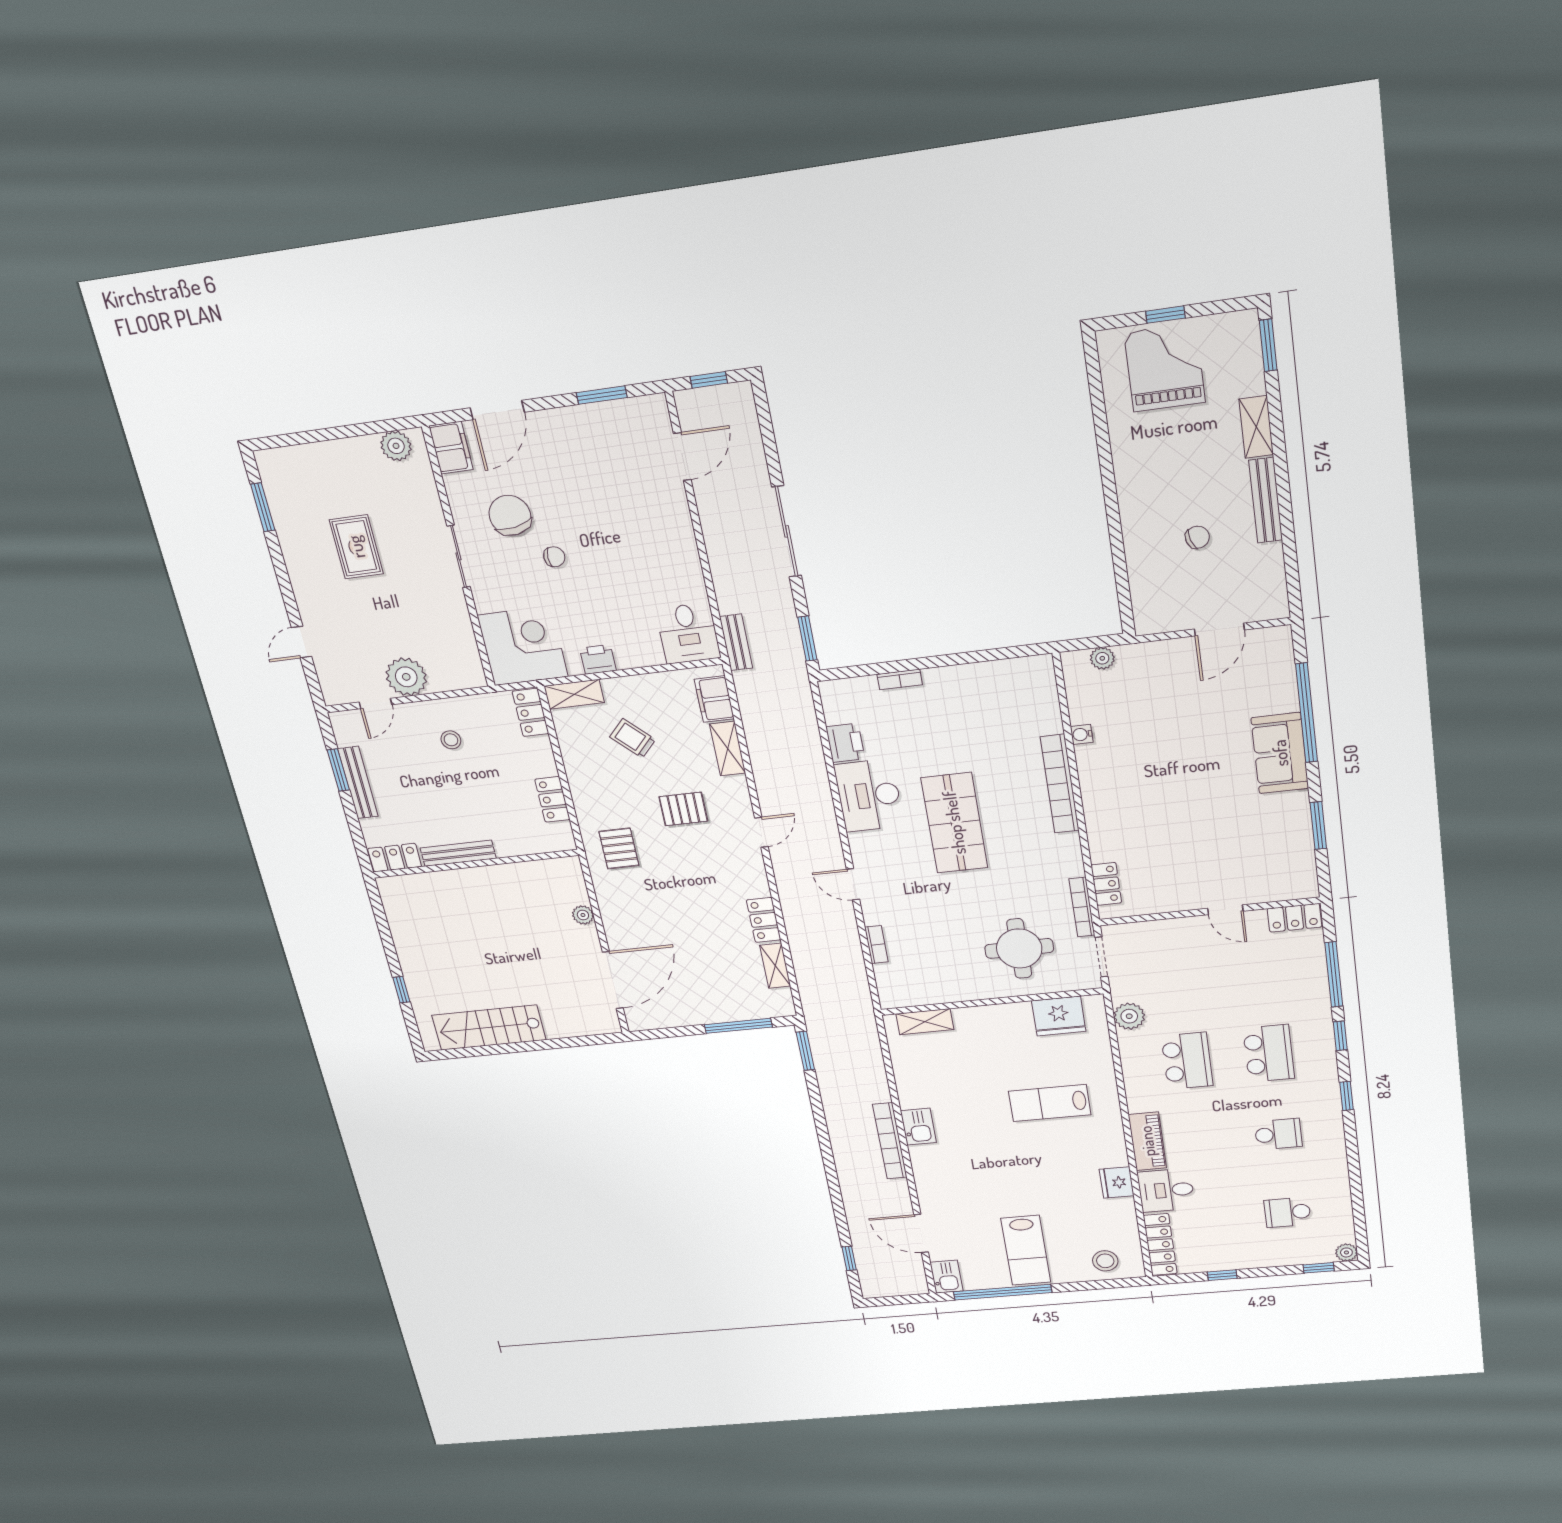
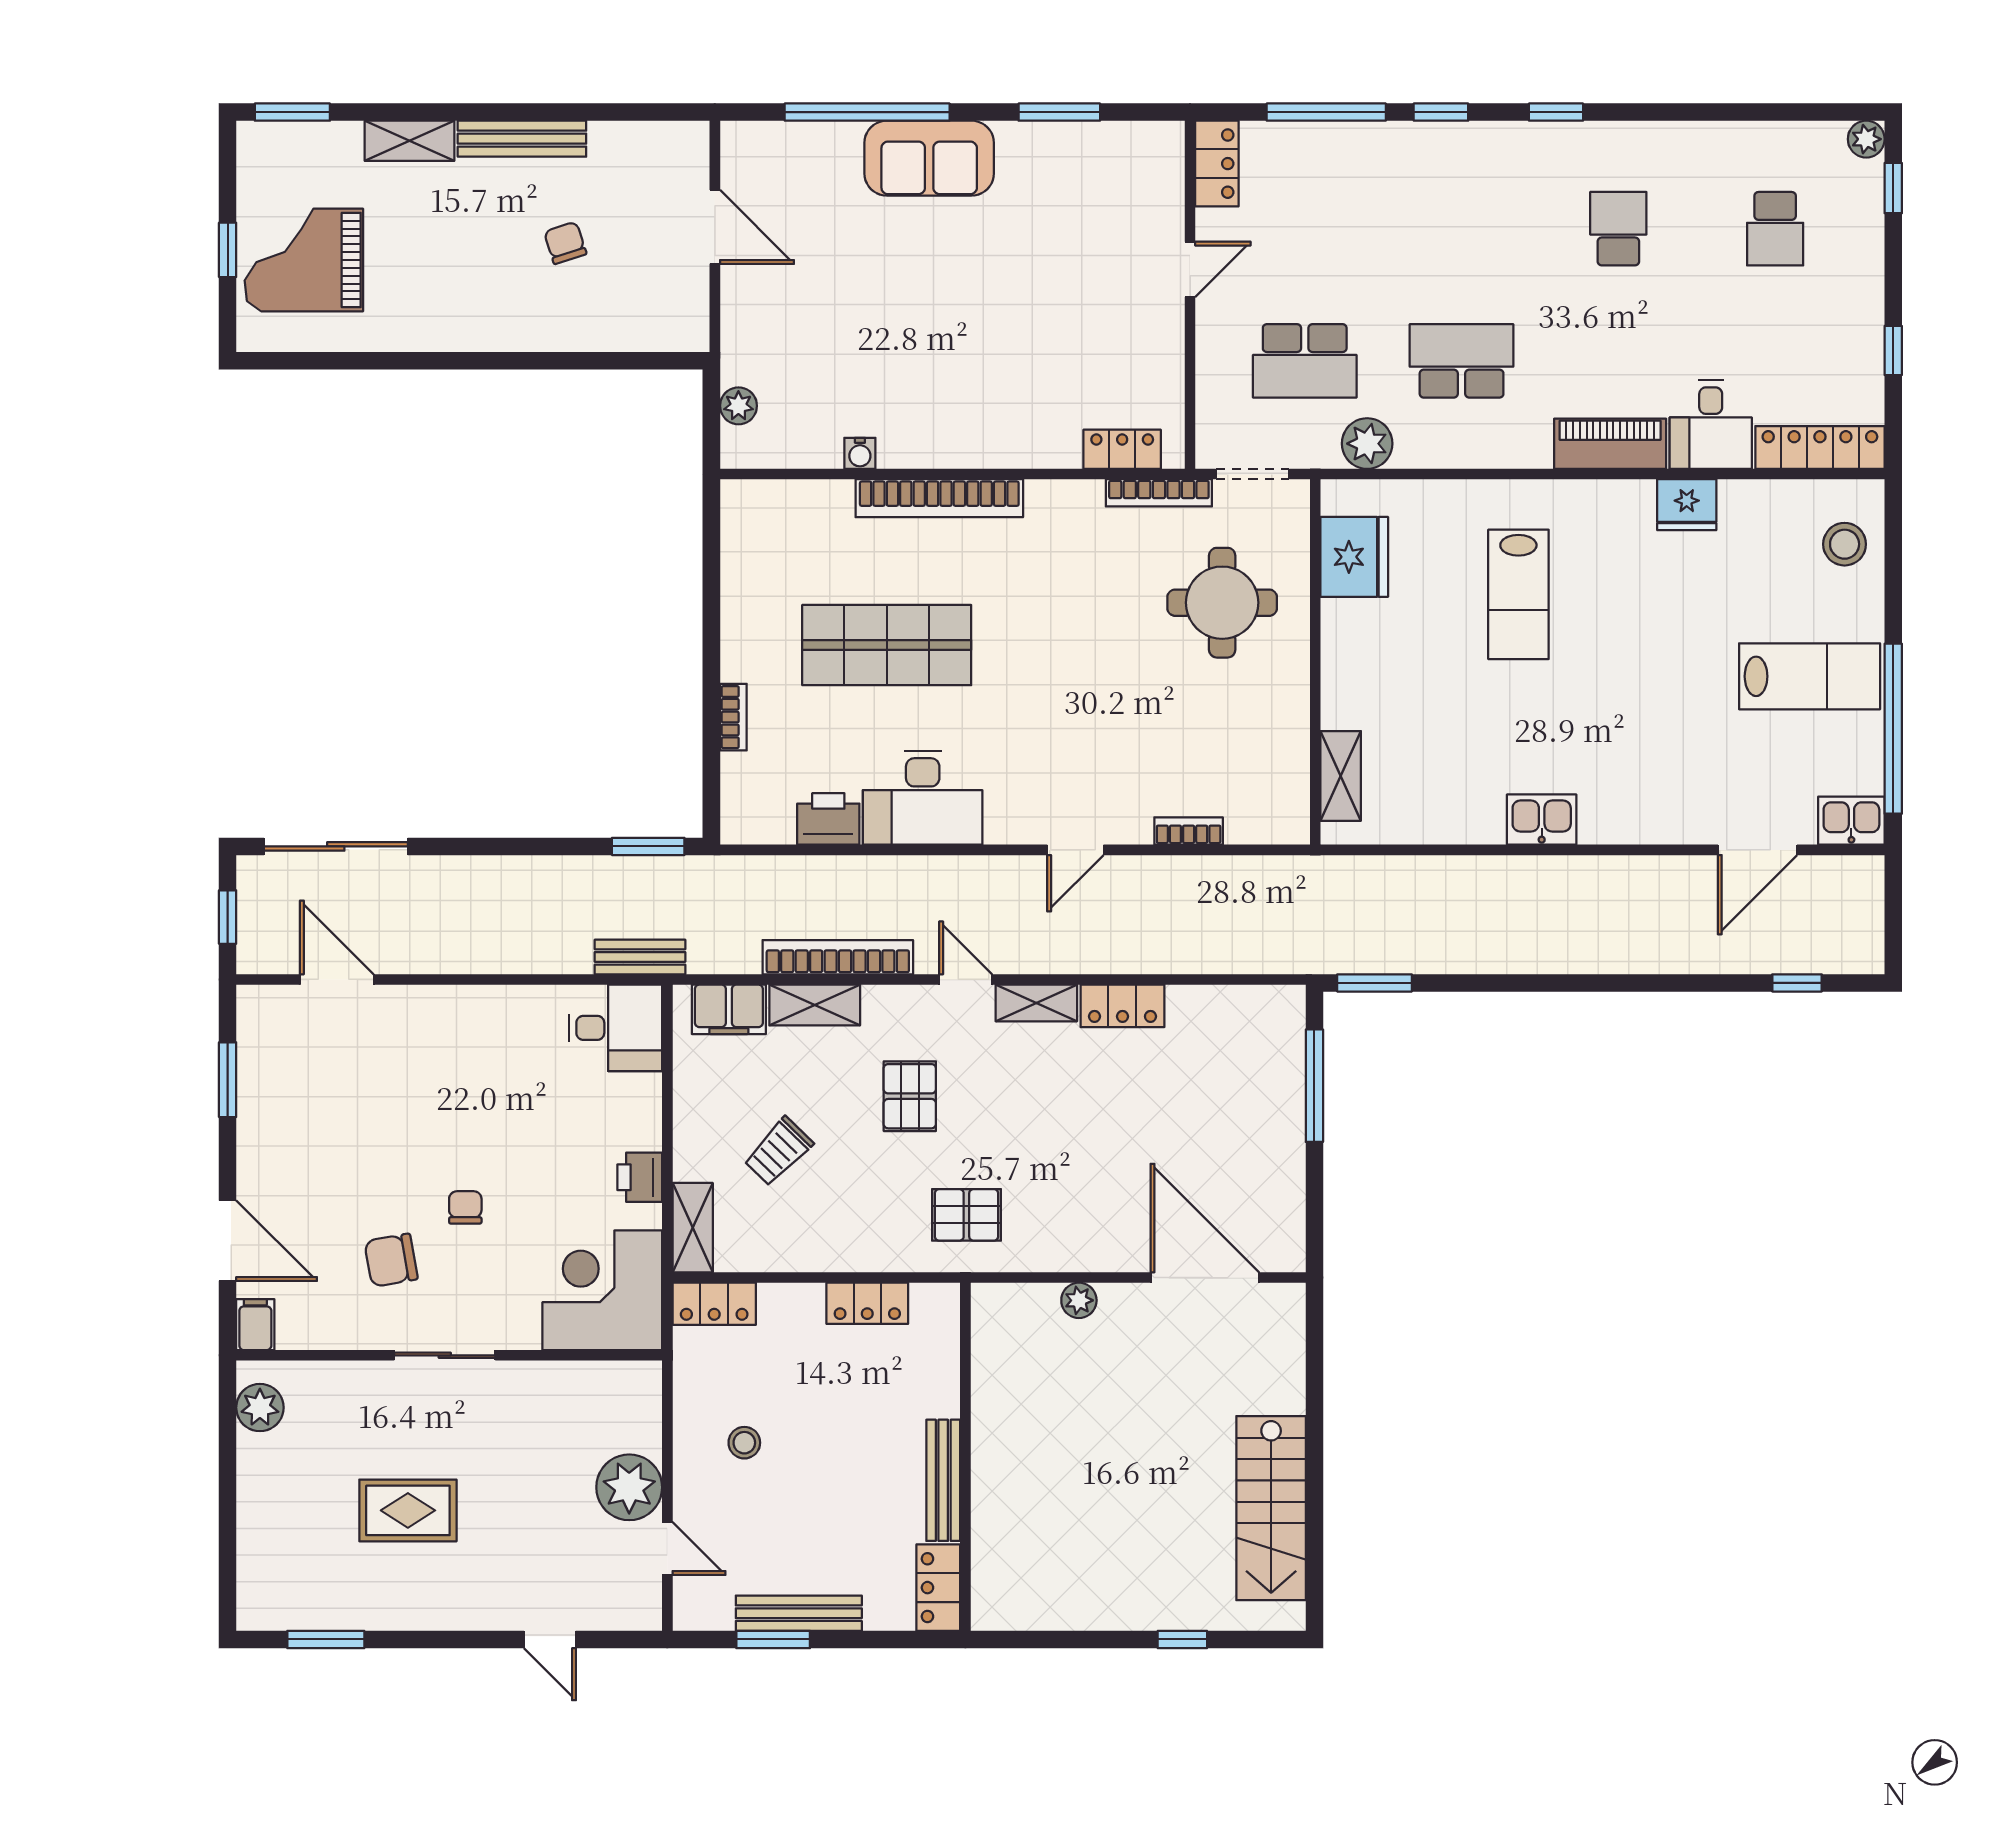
filing cabinet: (451, 448) -> (255, 1325), width x0.50
chair: (510, 515) -> (391, 1260), width x0.73, depth x0.73
sliding door: (787, 531) -> (336, 846), moved
shop shelf: (954, 823) -> (887, 645), moved
shelving: (775, 966) -> (1036, 1003), moved
school desk: (1269, 1053) -> (1305, 361), moved, turned 180
bookcase: (890, 1141) -> (838, 957), moved, turned 180

